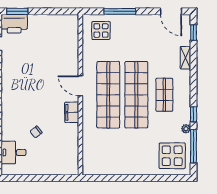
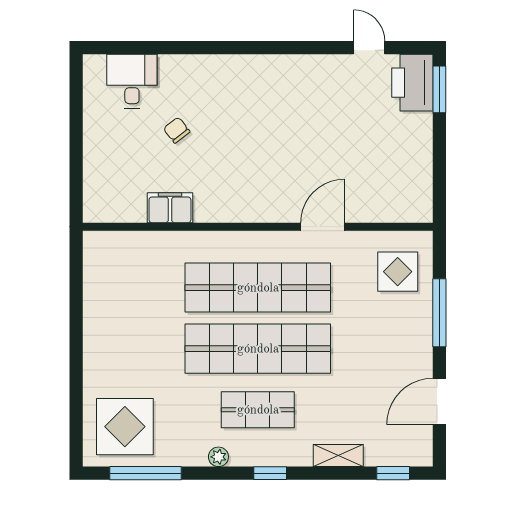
door: (171, 11) -> (439, 401), moved
door: (80, 86) -> (323, 227), moved
filing cabinet: (72, 112) -> (170, 208), moved
window: (194, 114) -> (270, 473), moved
plant: (186, 129) -> (218, 457), moved

